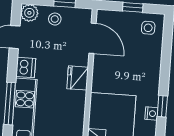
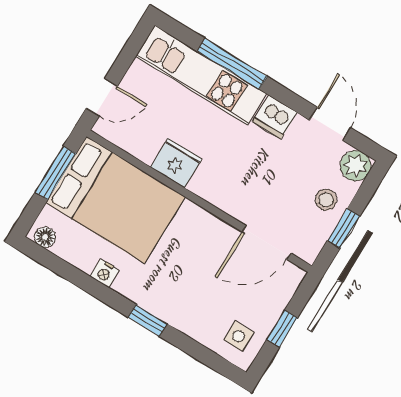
fridge: (78, 78) -> (176, 163), moved
window: (162, 106) -> (148, 320), moved

